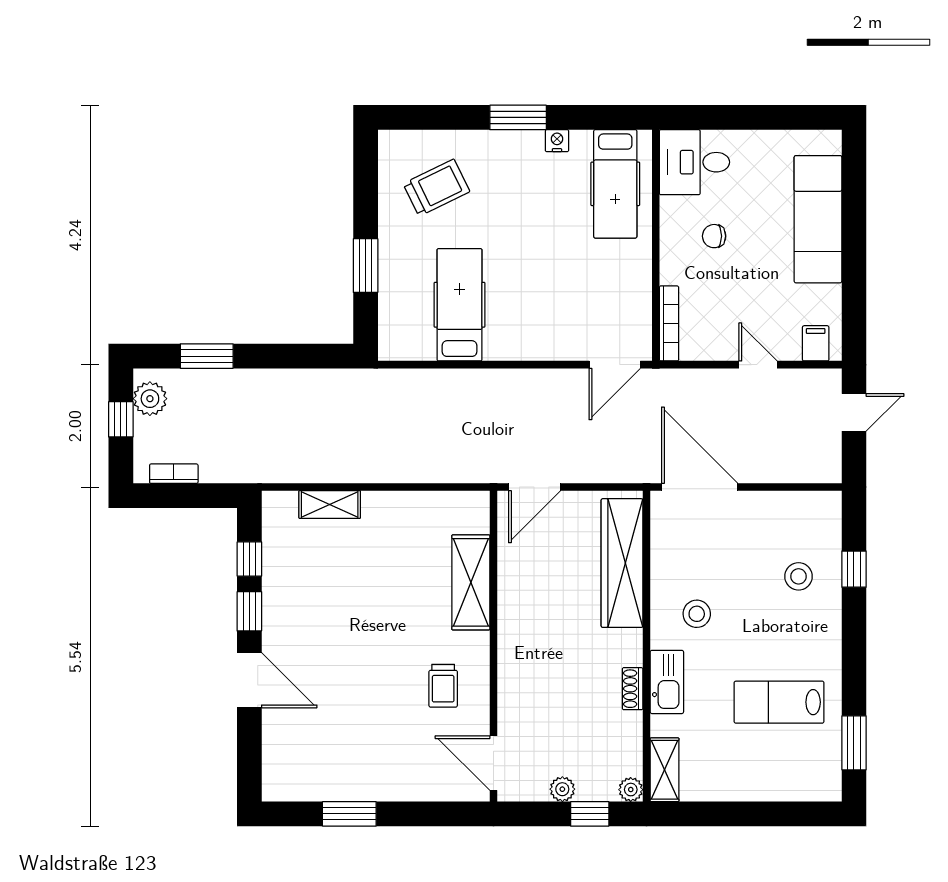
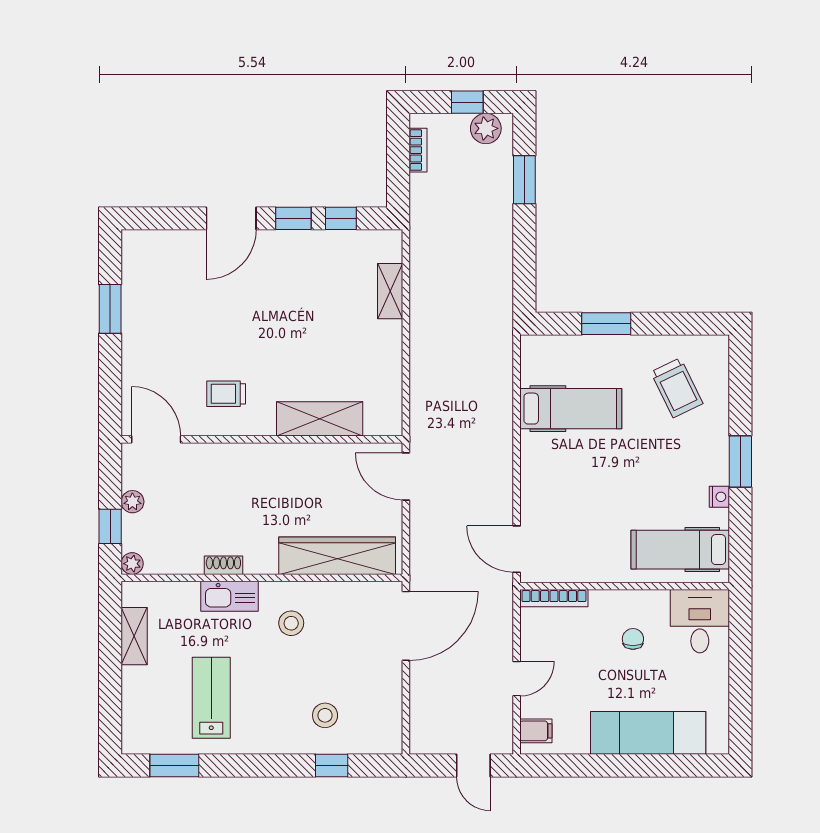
door: (494, 763) -> (156, 439), hinge flipped
shelving: (665, 770) -> (134, 636), moved, turned 90

